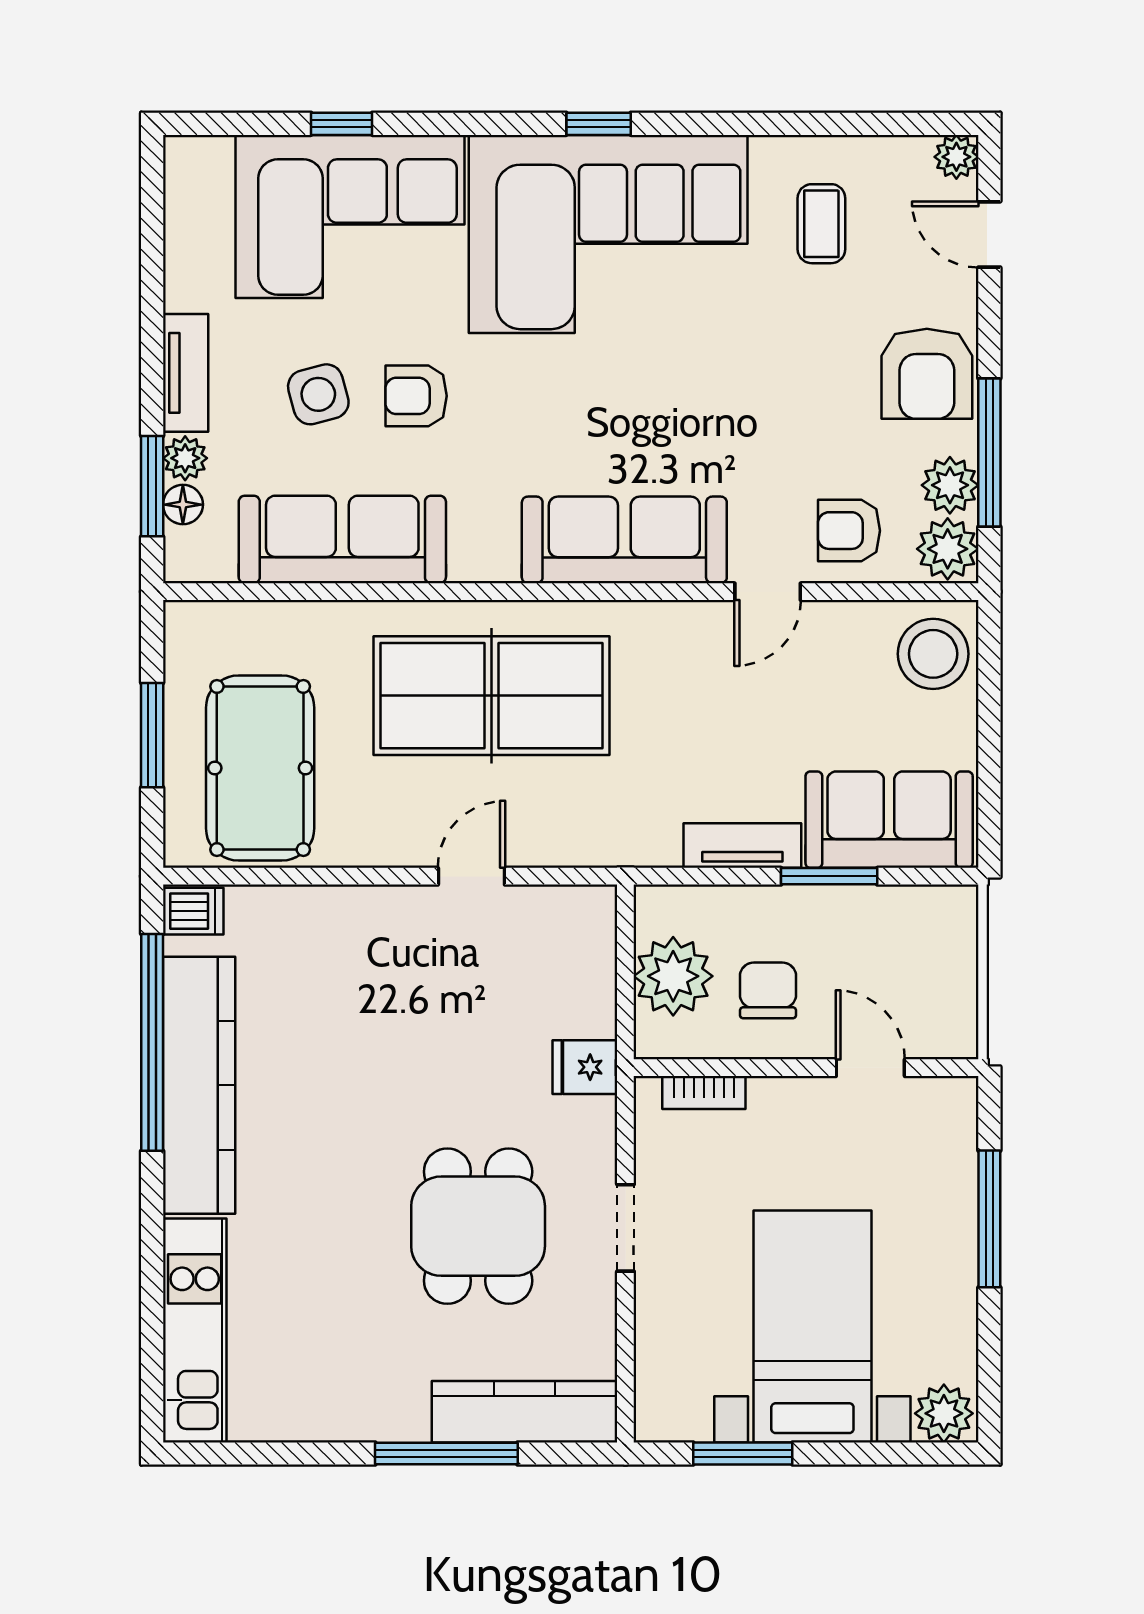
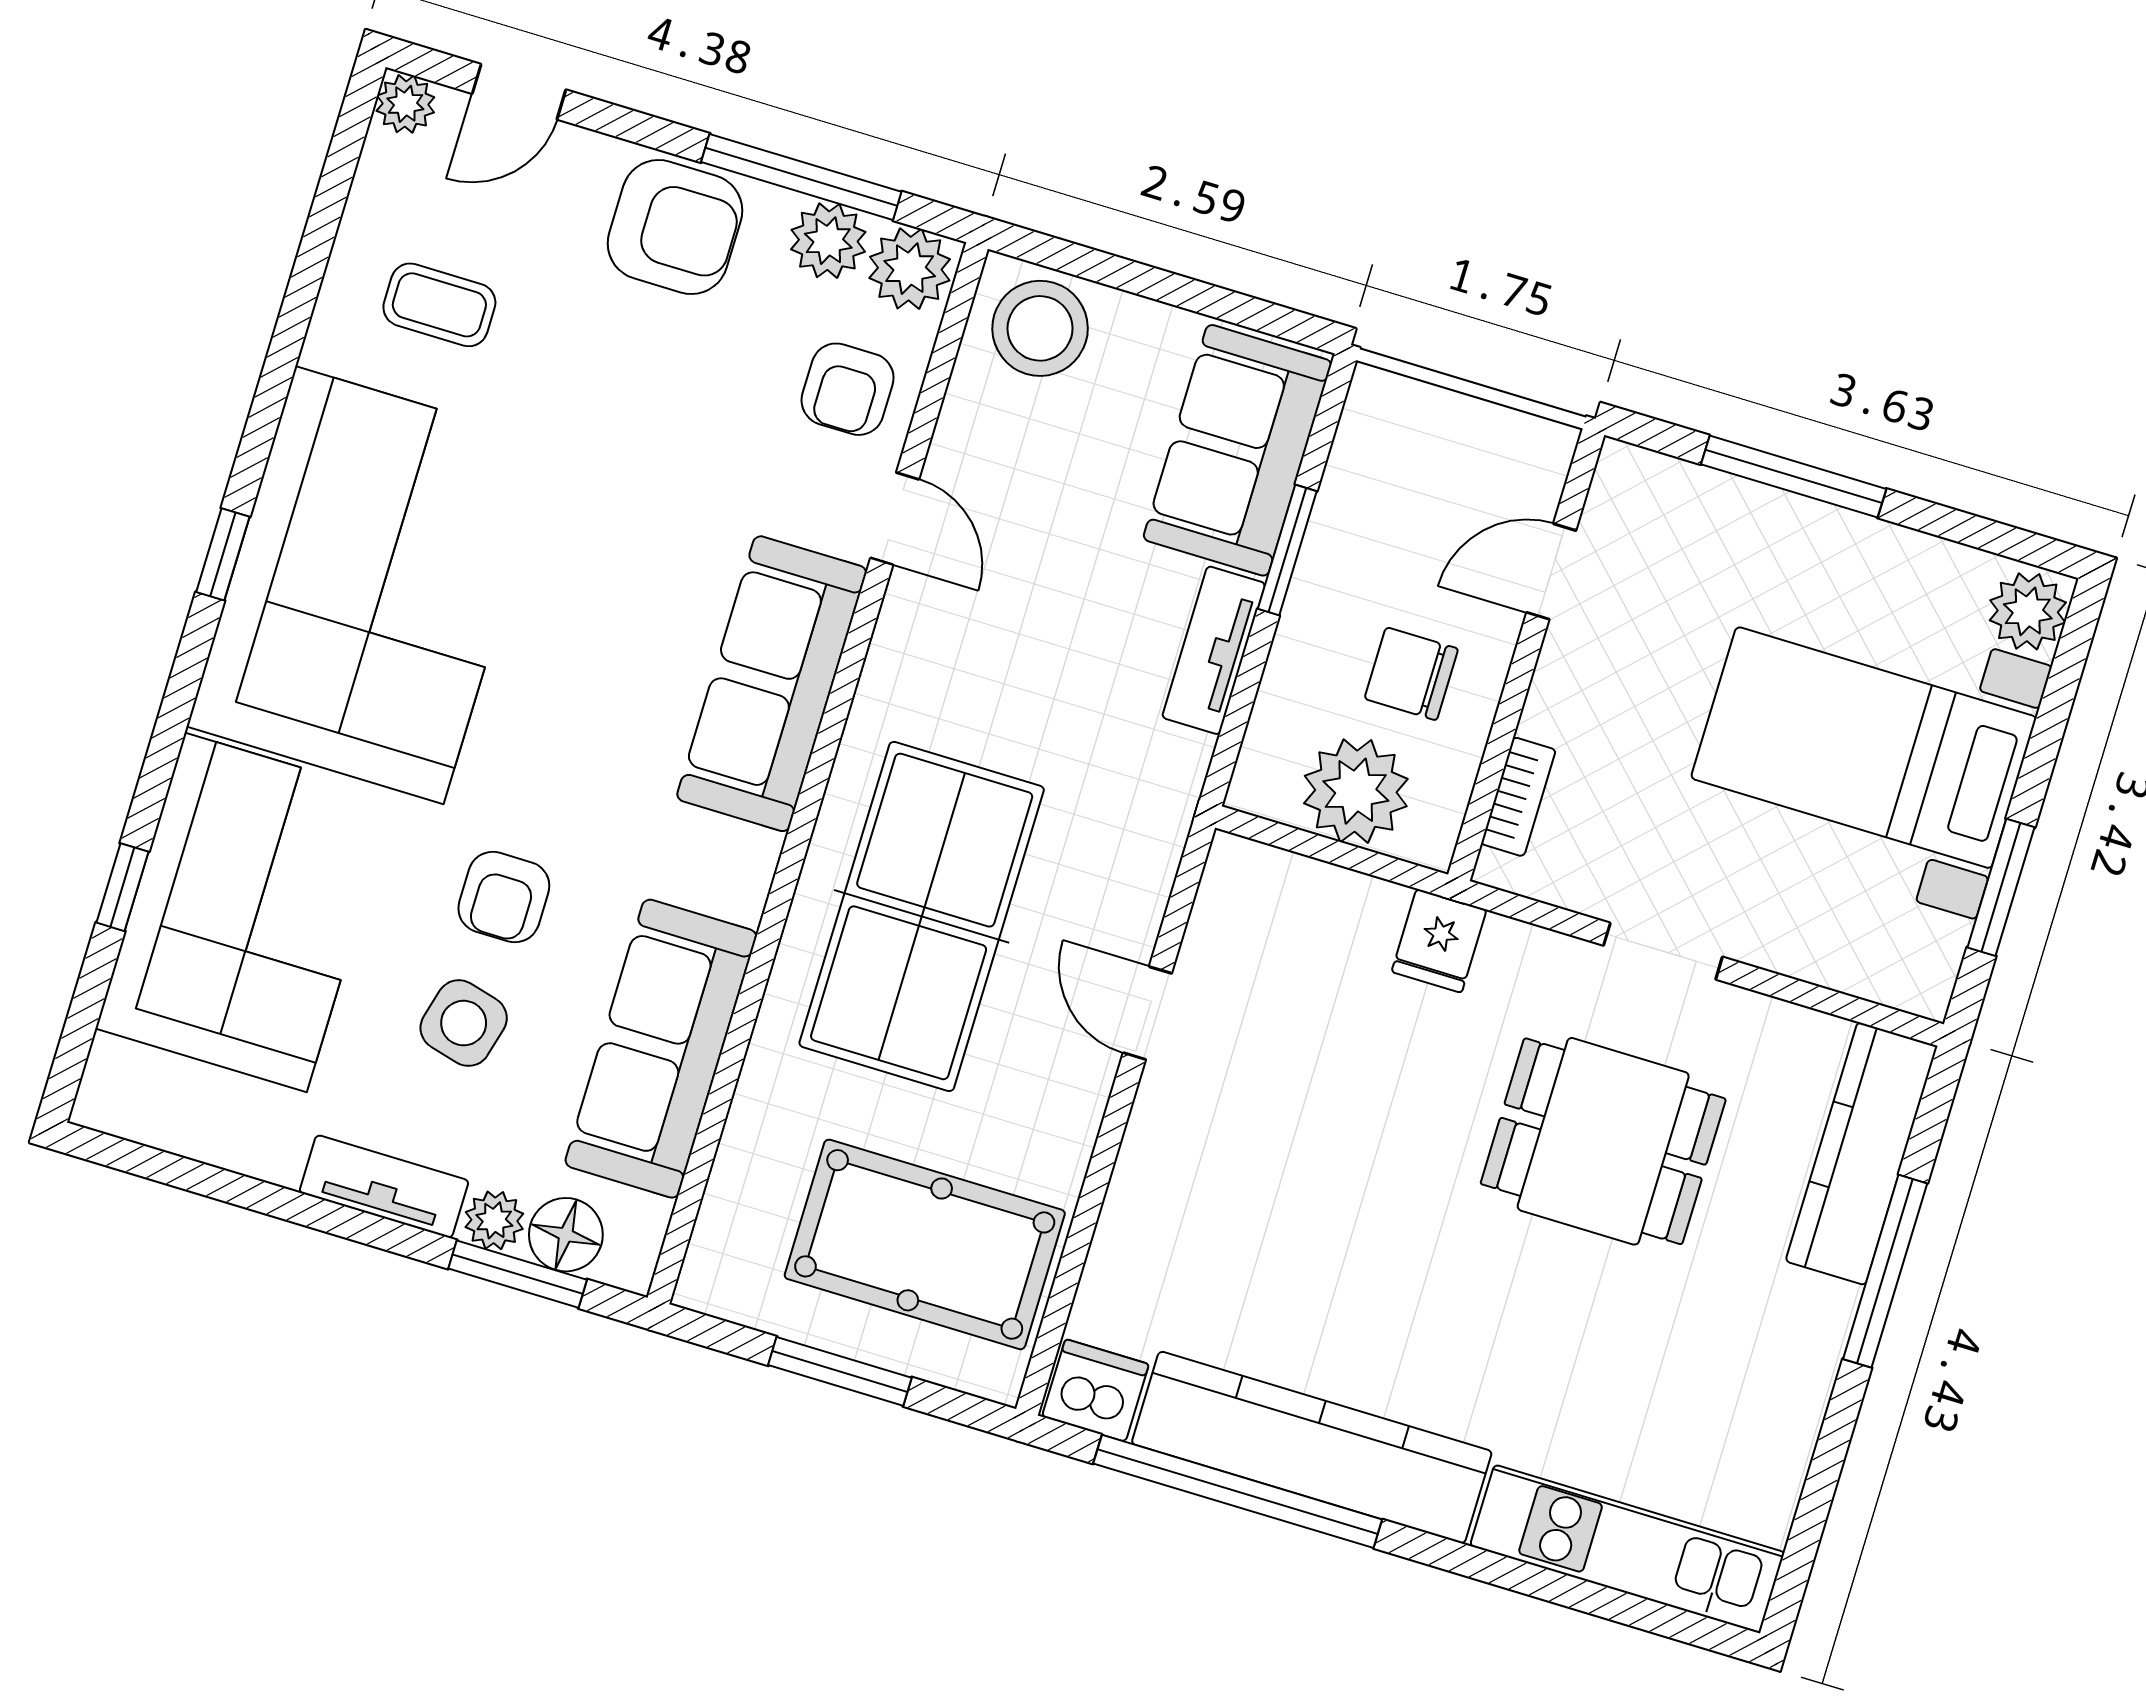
side table: (318, 394) -> (464, 1023), turned 30
floor lamp: (183, 505) -> (566, 1235), width x1.37, depth x1.37
dishwasher: (193, 911) -> (1095, 1390), width x1.38

